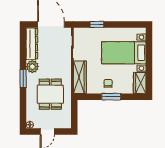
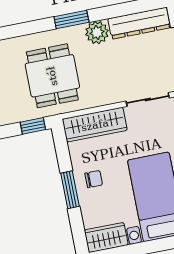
dining table: (50, 94) -> (52, 76), turned 90
window: (74, 109) -> (33, 126), added

